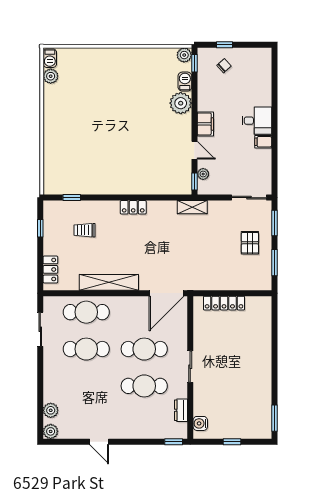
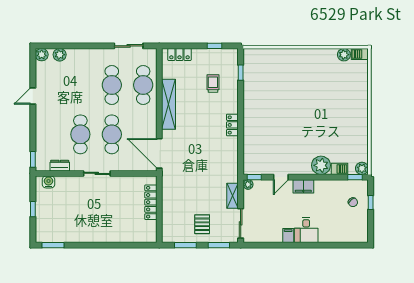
plant: (203, 174) -> (248, 184), moved
shelving: (192, 207) -> (233, 196), moved
pallet: (250, 243) -> (202, 224), turned 90

